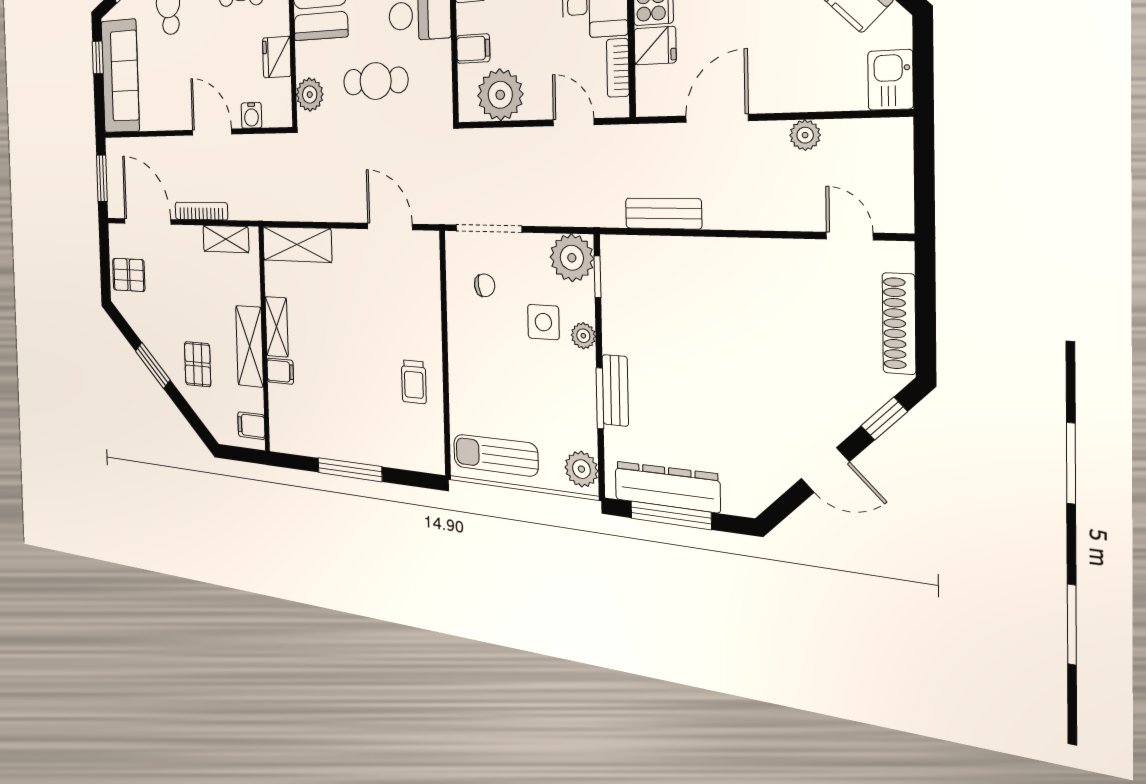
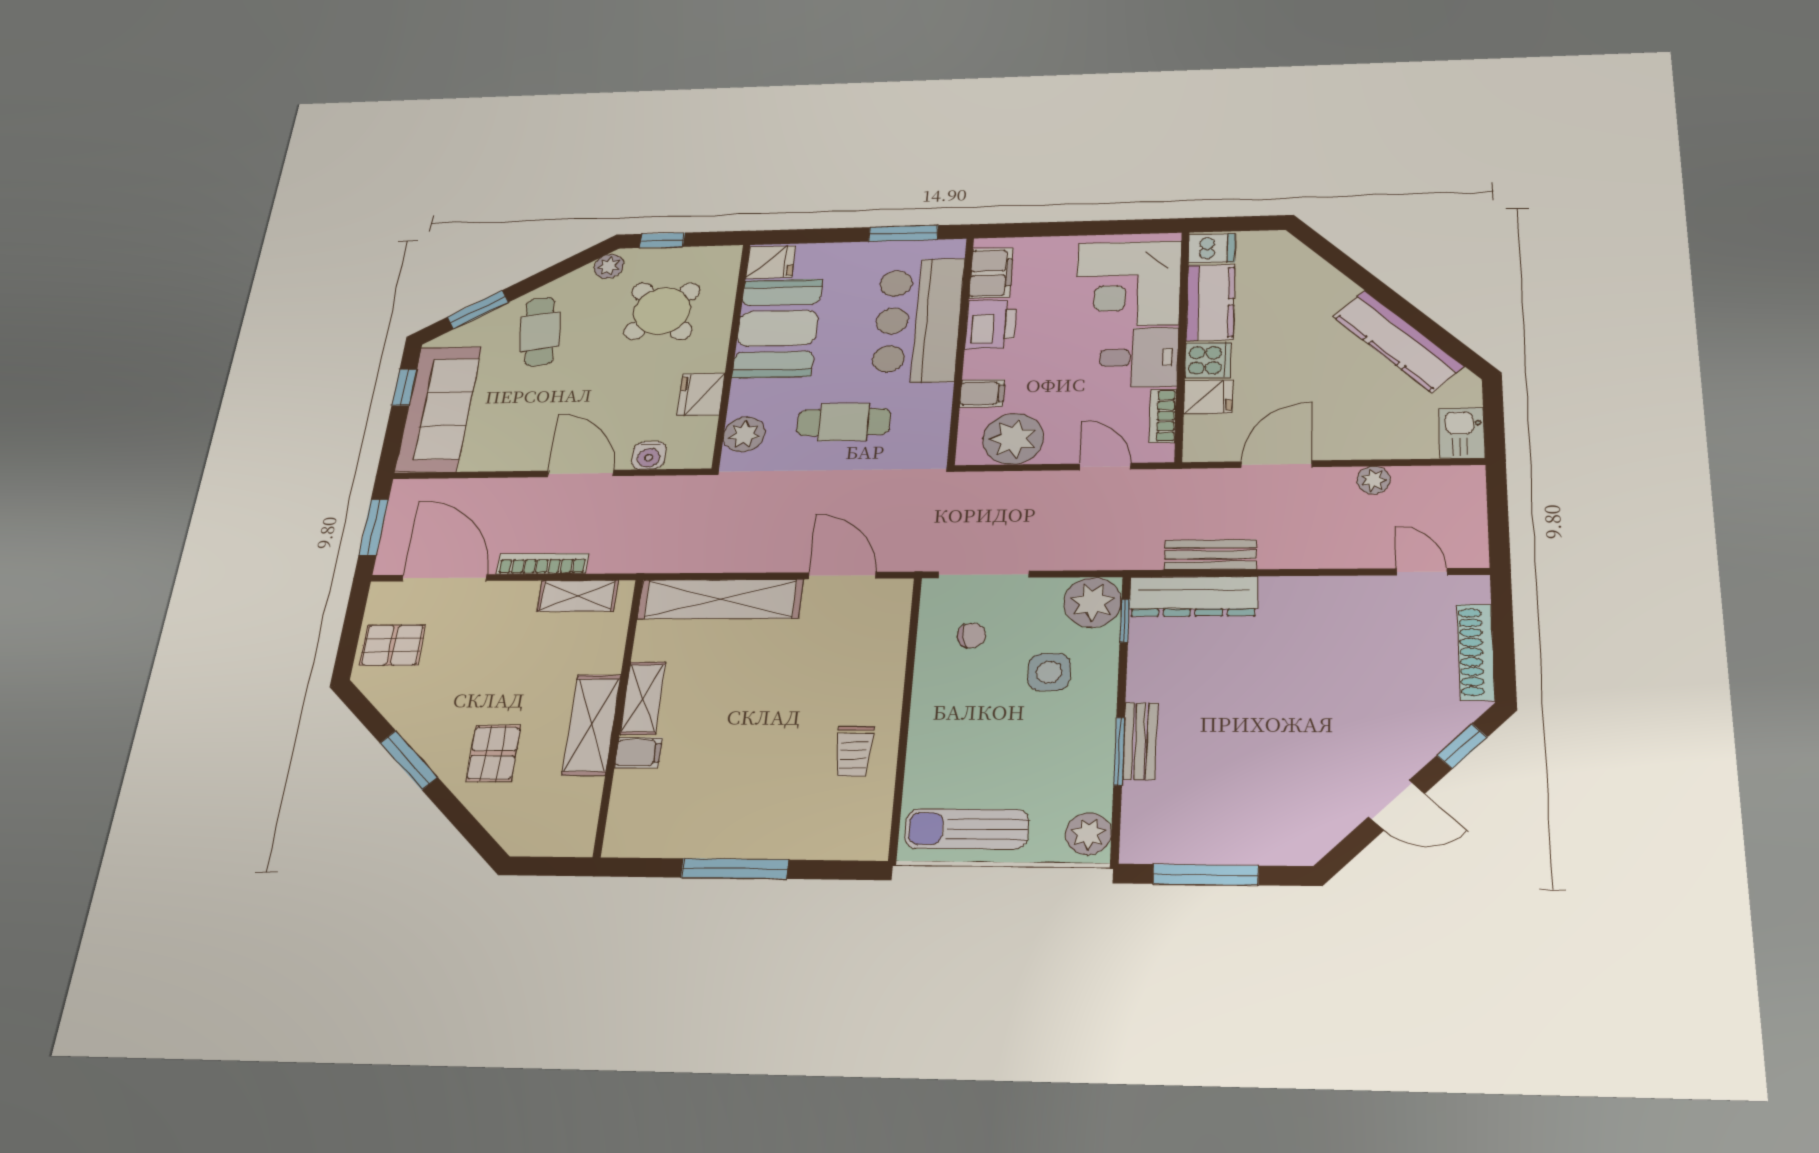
shelving: (297, 244) -> (720, 599), width x1.47
plant: (583, 336) -> (1102, 684), removed
filing cabinet: (251, 426) -> (574, 826), removed
dresser: (667, 487) -> (1193, 596), moved, turned 180

